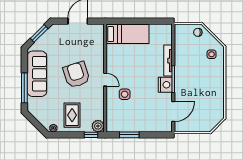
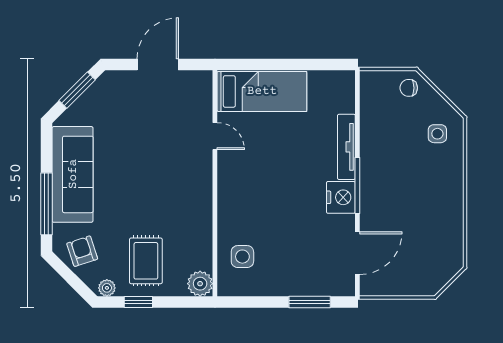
armchair: (76, 75) -> (82, 251), moved, width x0.53, depth x0.53
door: (105, 80) -> (215, 136), moved
side table: (125, 94) -> (242, 257), moved
window: (91, 135) -> (138, 302), moved
window: (129, 135) -> (310, 302), moved

